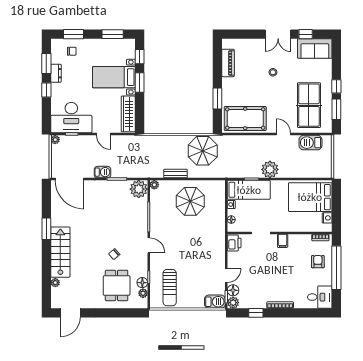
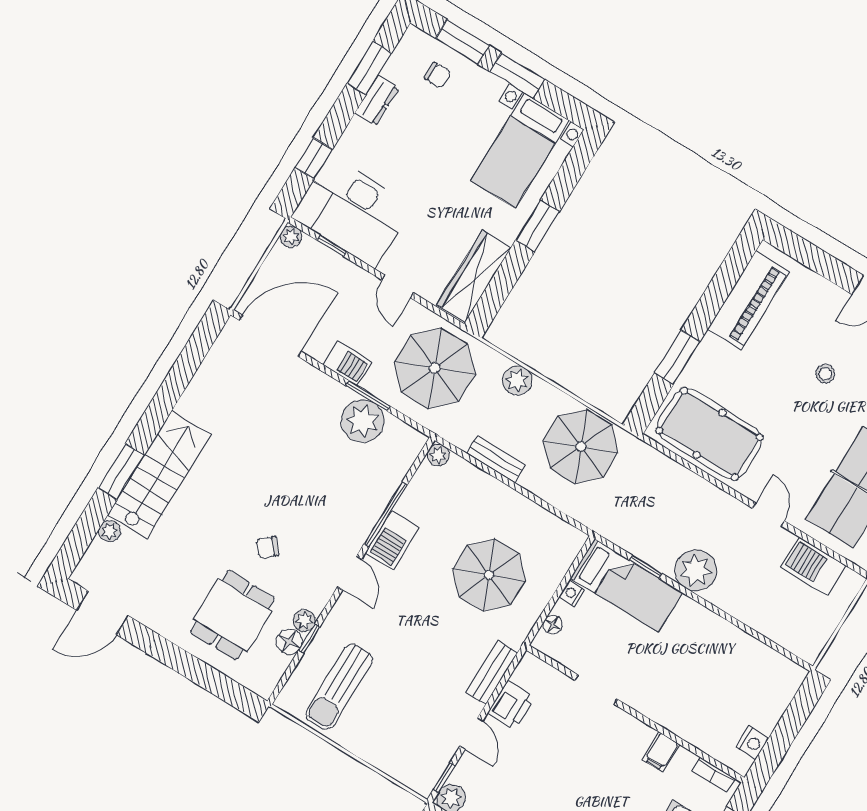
window: (113, 34) -> (517, 75), moved
window: (140, 57) -> (570, 172), removed
piano: (228, 63) -> (748, 300), width x1.37, depth x1.33
bed with nightstands: (114, 77) -> (520, 151), moved, turned -90
window: (46, 90) -> (314, 158), moved
plant: (166, 141) -> (517, 380), added
parasol: (134, 155) -> (435, 368), added
door: (69, 179) -> (270, 336), swing flipped
plant: (139, 189) -> (363, 421), moved
bed: (310, 197) -> (744, 679), removed
parasol: (190, 201) -> (489, 575), moved
window: (46, 229) -> (121, 471), moved
filing cabinet: (283, 241) -> (661, 752), moved
printer: (234, 243) -> (511, 705), moved
bench: (220, 250) -> (492, 673), added
door: (226, 276) -> (471, 734), hinge flipped
floor lamp: (233, 290) -> (466, 773), removed
plant: (143, 293) -> (304, 620), moved
barbecue: (215, 302) -> (392, 540), moved, turned 90

